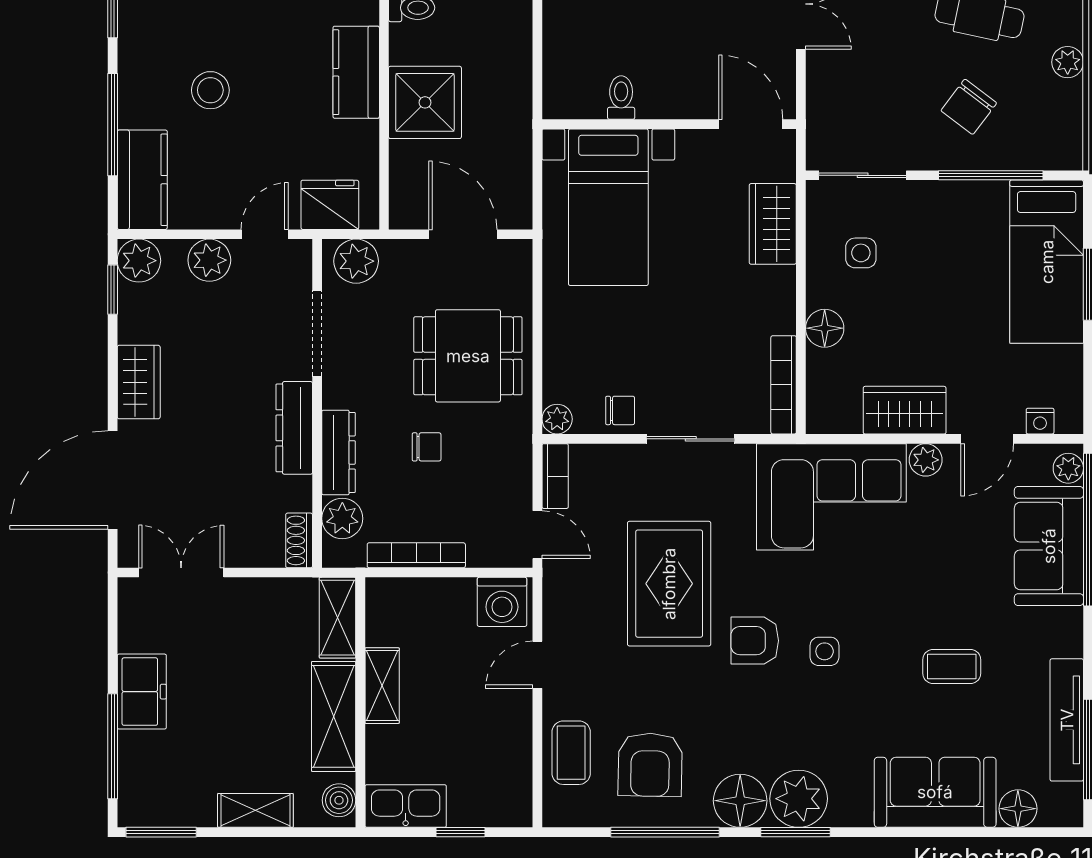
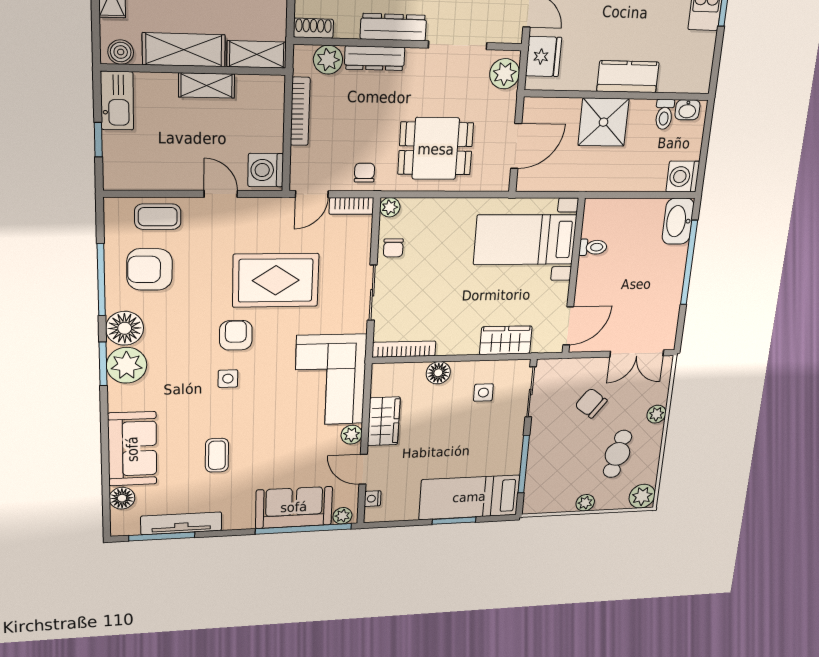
chair: (969, 107) -> (591, 403), moved
dining table: (468, 356) -> (436, 149), turned 90
chair: (427, 447) -> (364, 173), moved, turned 180

